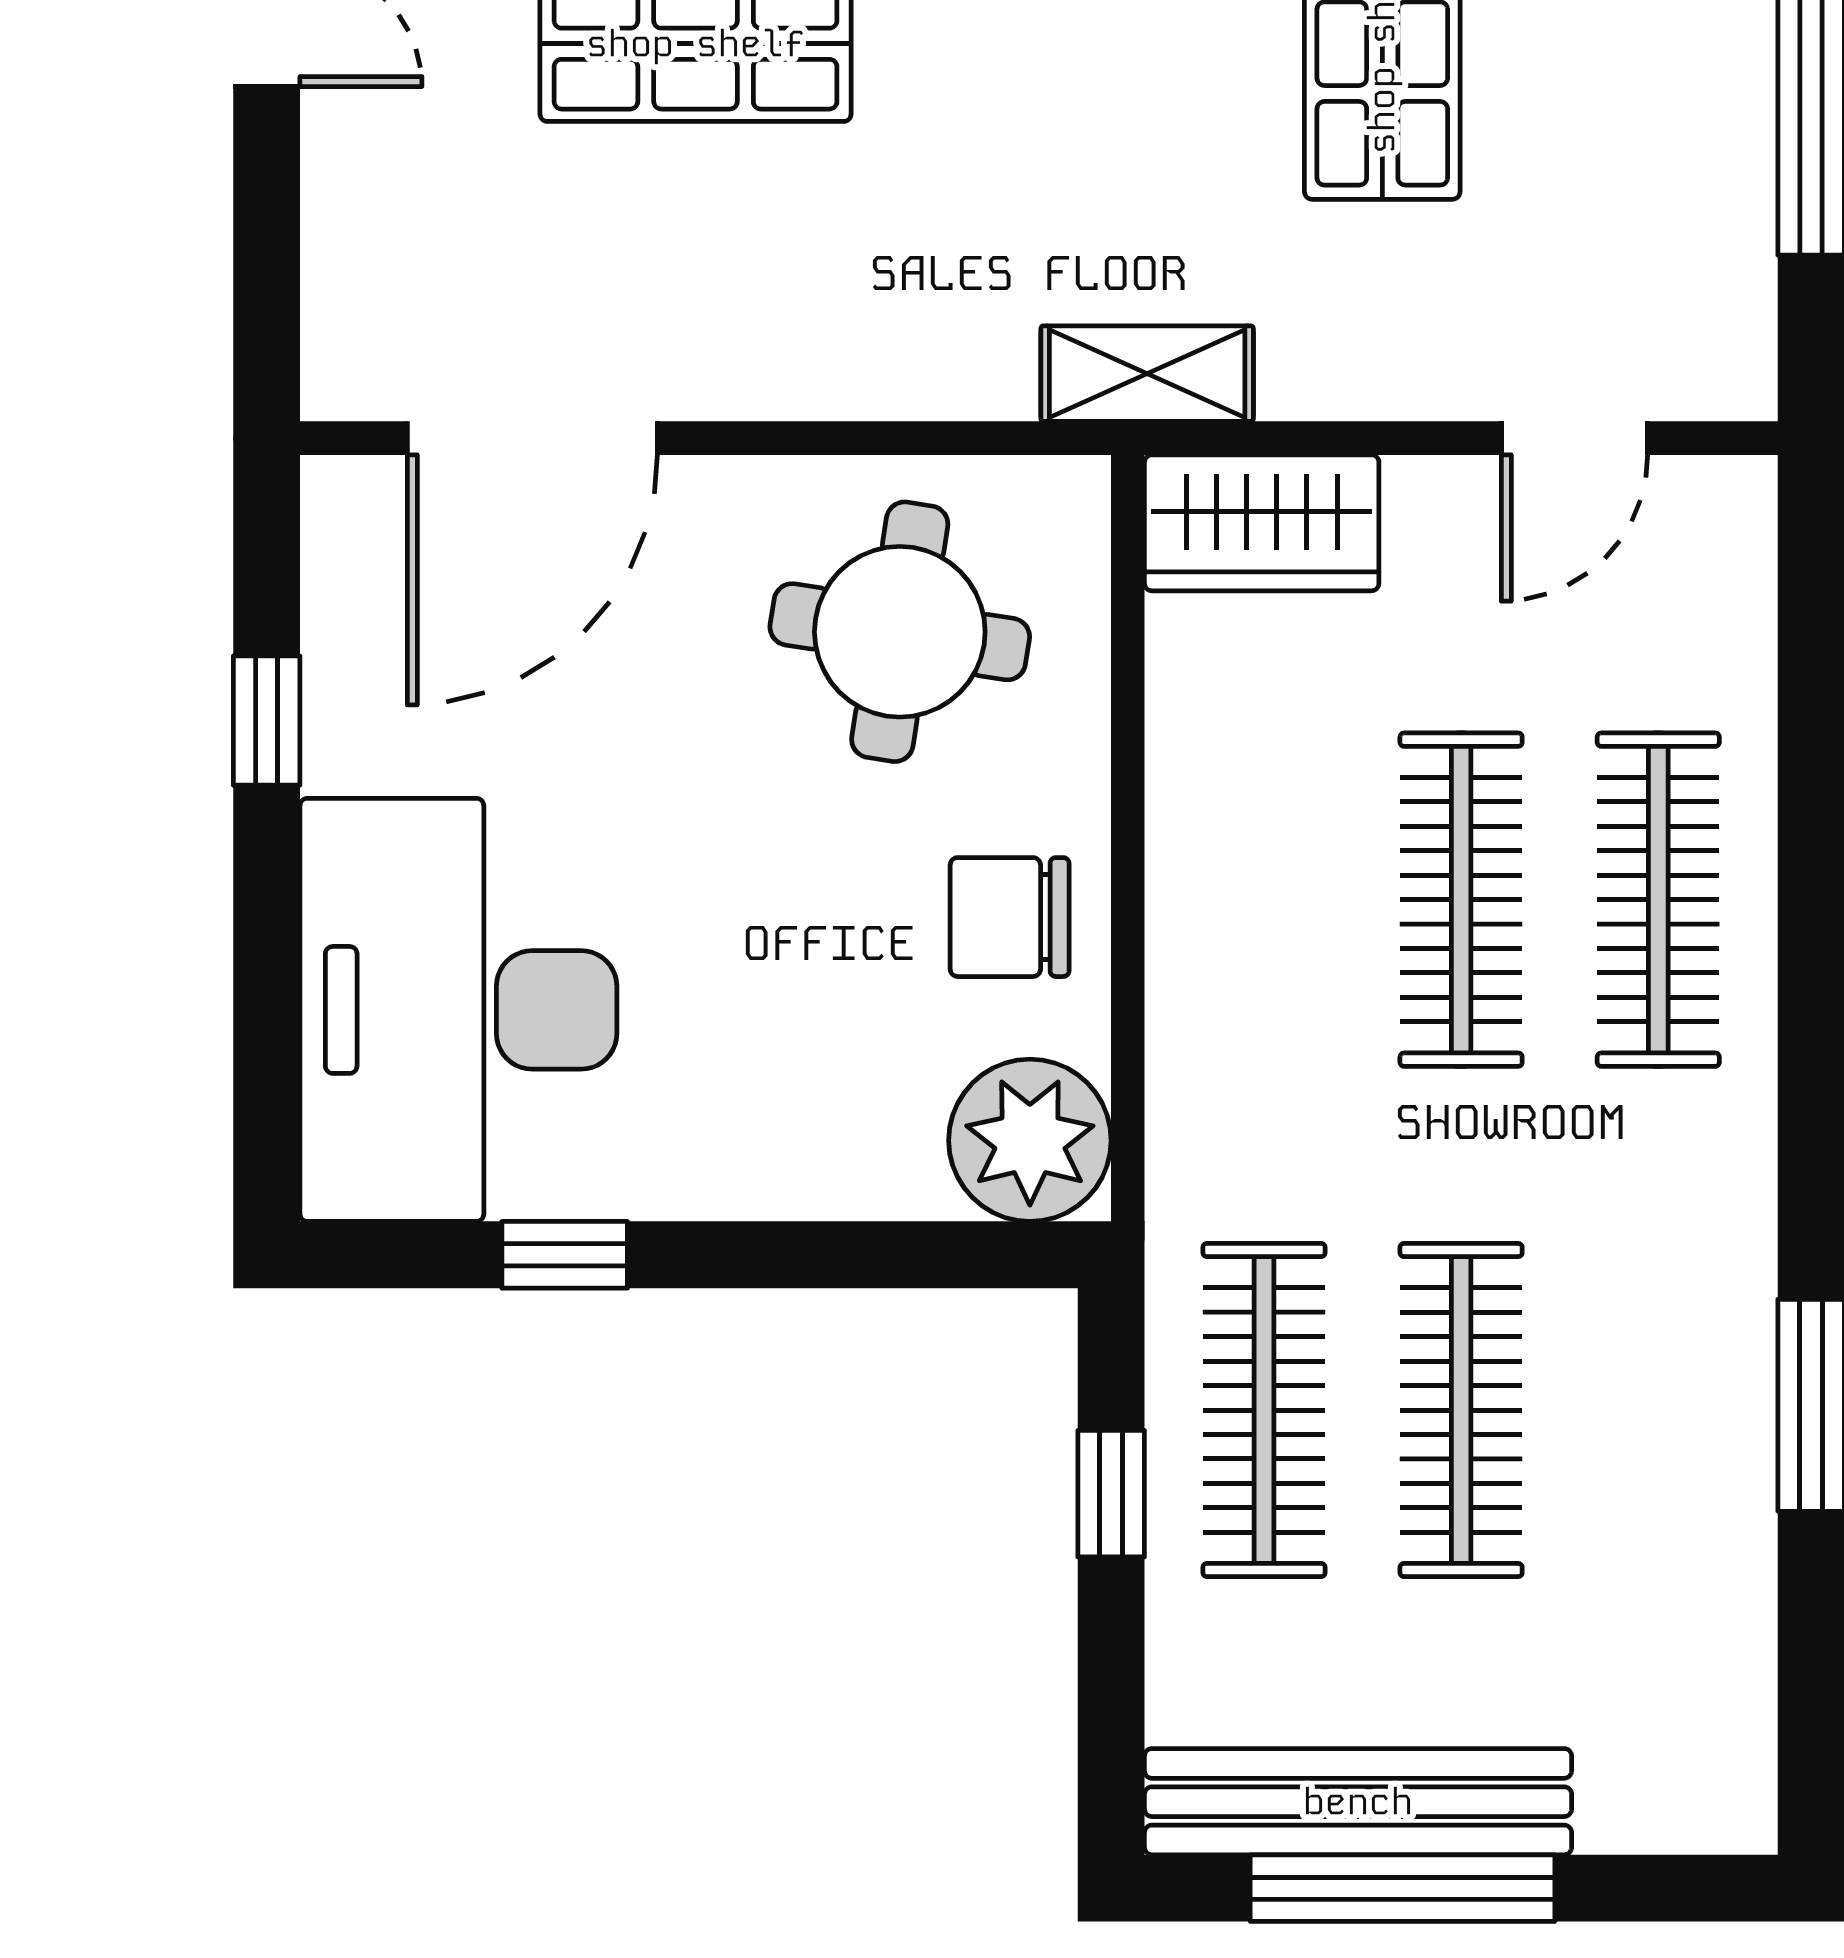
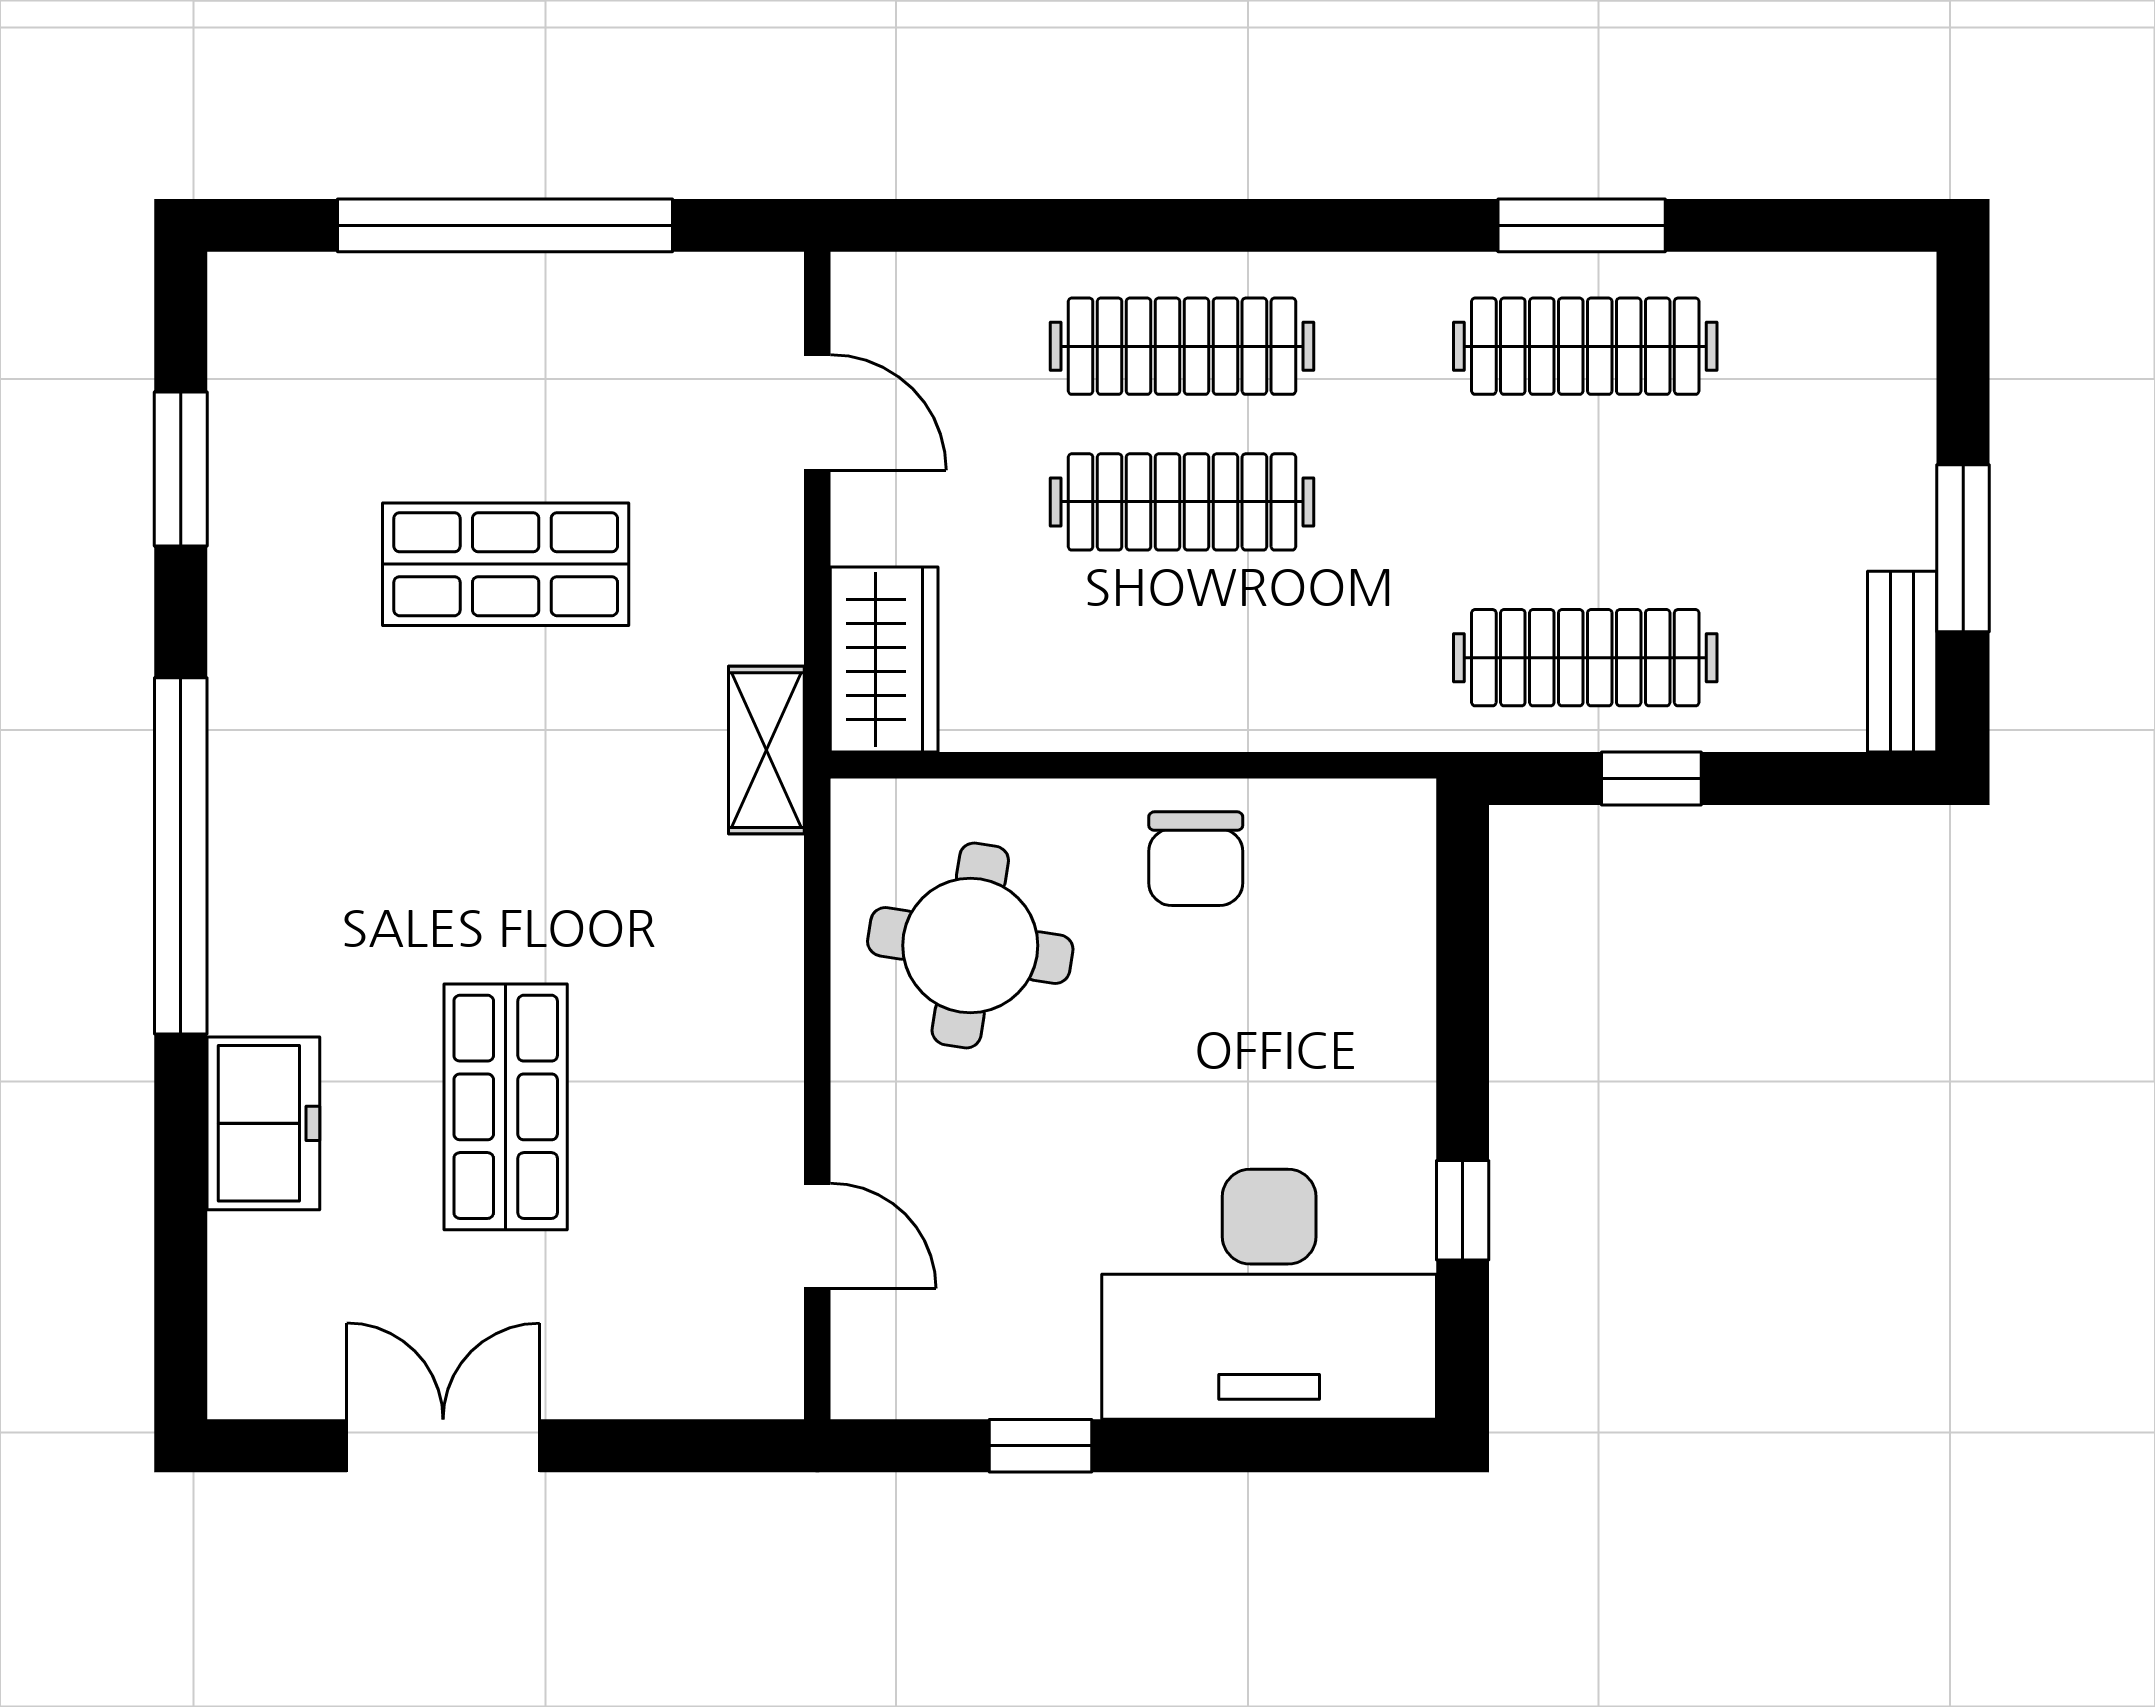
door: (532, 438) -> (817, 1236), width x0.53
plant: (1030, 1140) -> (1372, 843), removed
clothes rail: (1461, 1410) -> (1585, 346), moved
bench: (1358, 1802) -> (1902, 662), width x0.54, depth x0.82
window: (1403, 1888) -> (1963, 548), width x0.69

